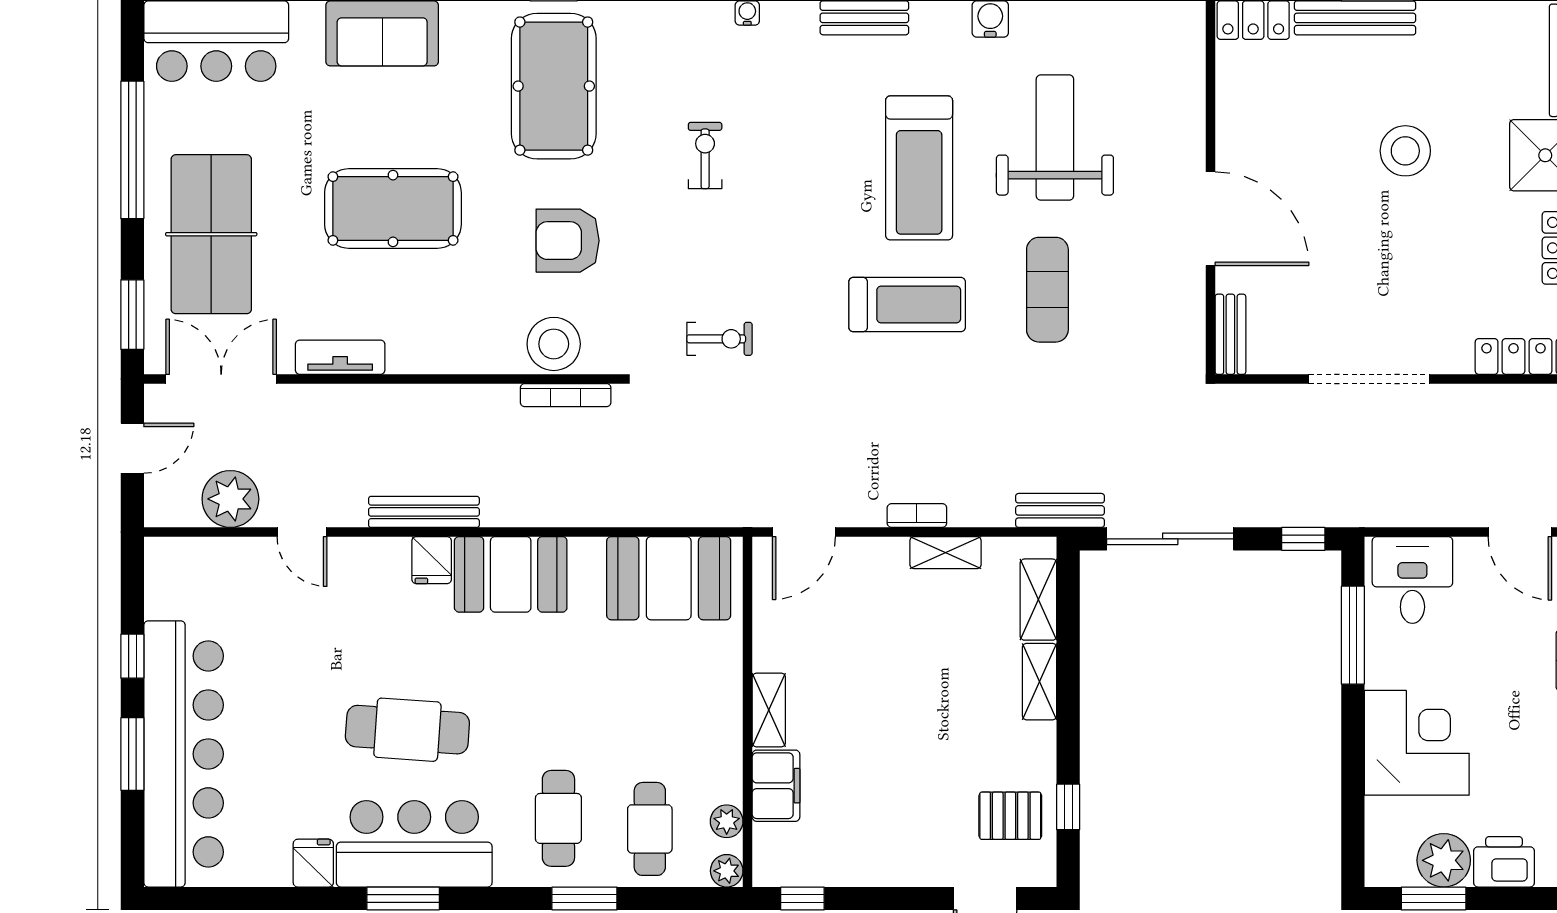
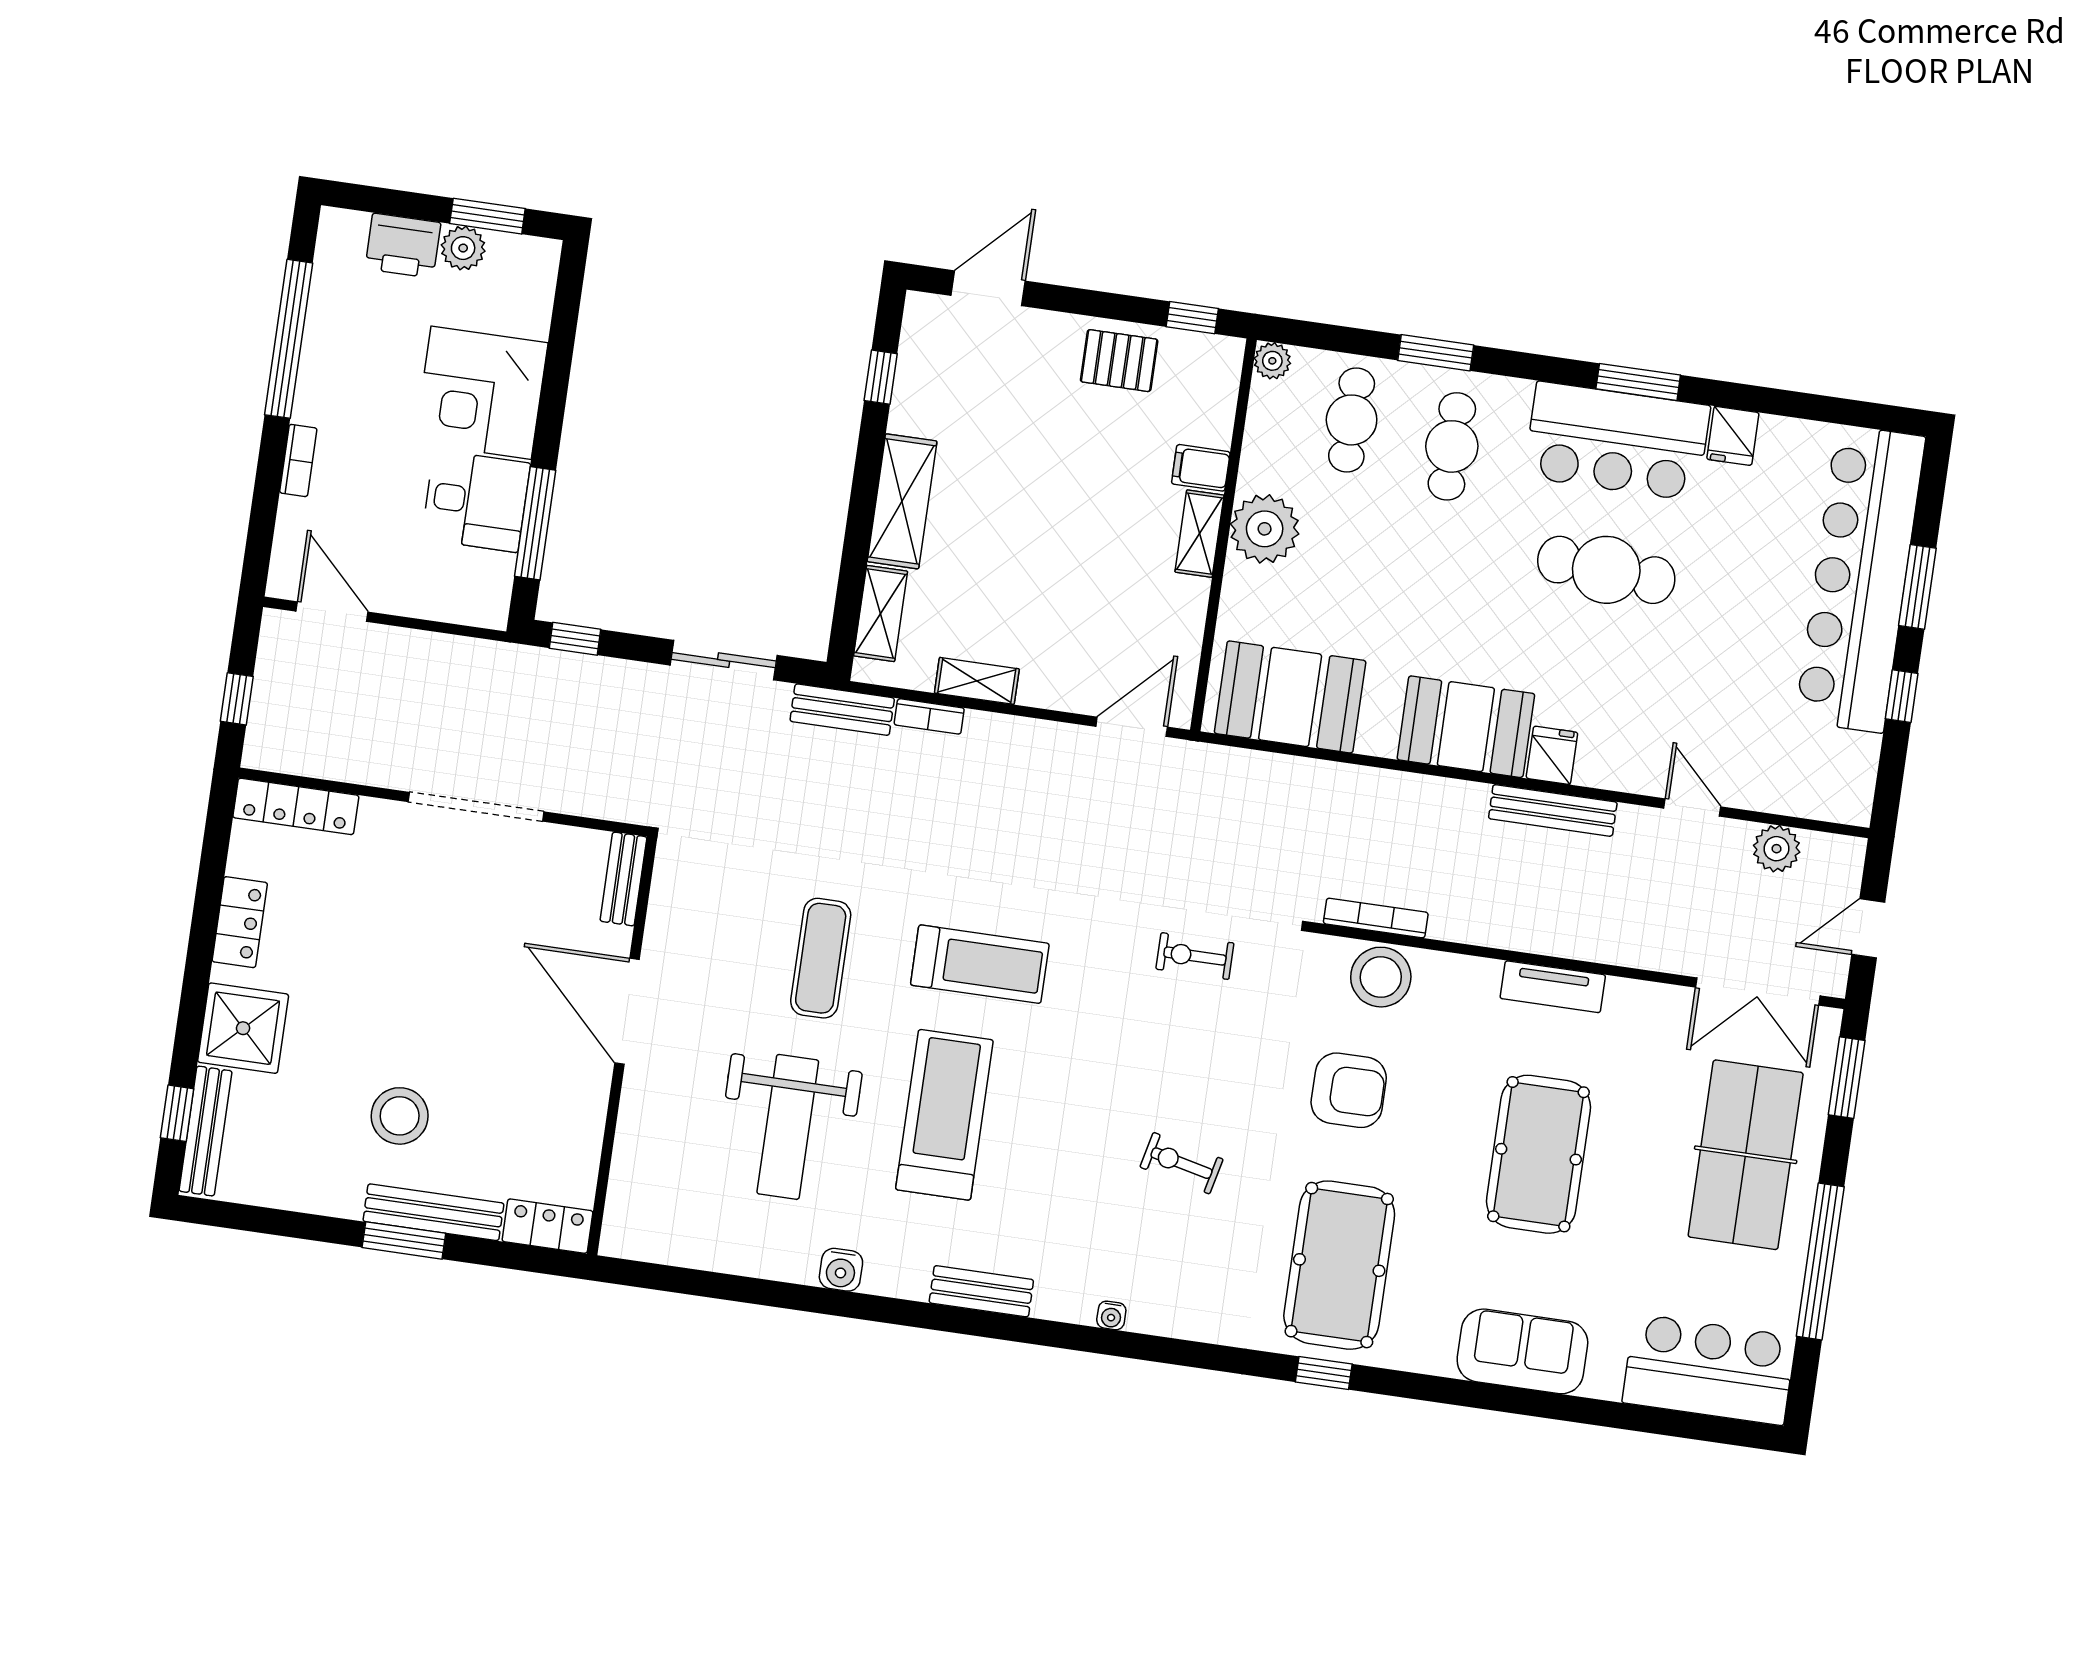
stool: (1405, 151) -> (400, 1116), moved
exercise bike: (705, 156) -> (1181, 1163), turned 103
pool table: (393, 208) -> (1538, 1154), turned 90
treadmill: (907, 305) -> (980, 964), turned 180
tv unit: (340, 357) -> (1553, 987), moved
plant: (230, 499) -> (1777, 849), width x0.73, depth x0.73
bookcase: (917, 515) -> (929, 716), moved
sliding door: (1170, 539) -> (724, 660), width x0.73
desk: (1412, 580) -> (476, 501), moved, turned -90
shelving: (1040, 682) -> (902, 501), width x1.50, depth x1.33
filing cabinet: (776, 786) -> (1201, 468), width x0.50
pallet: (1010, 816) -> (1119, 361), moved
plant: (727, 821) -> (1265, 529), moved, width x1.87, depth x1.87
plant: (1444, 860) -> (463, 248), width x0.73, depth x0.73

